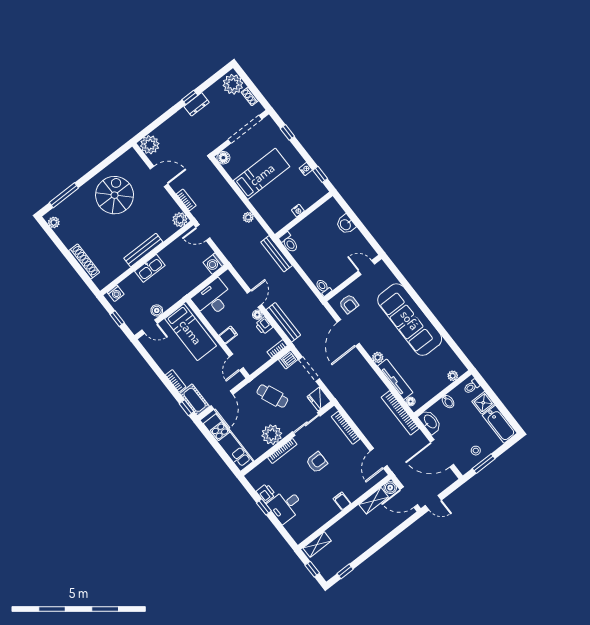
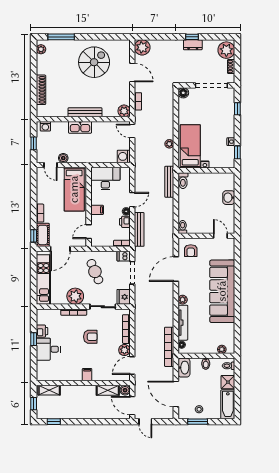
bed: (262, 174) -> (190, 146), moved, turned -90
plant: (360, 449) -> (124, 350), added

